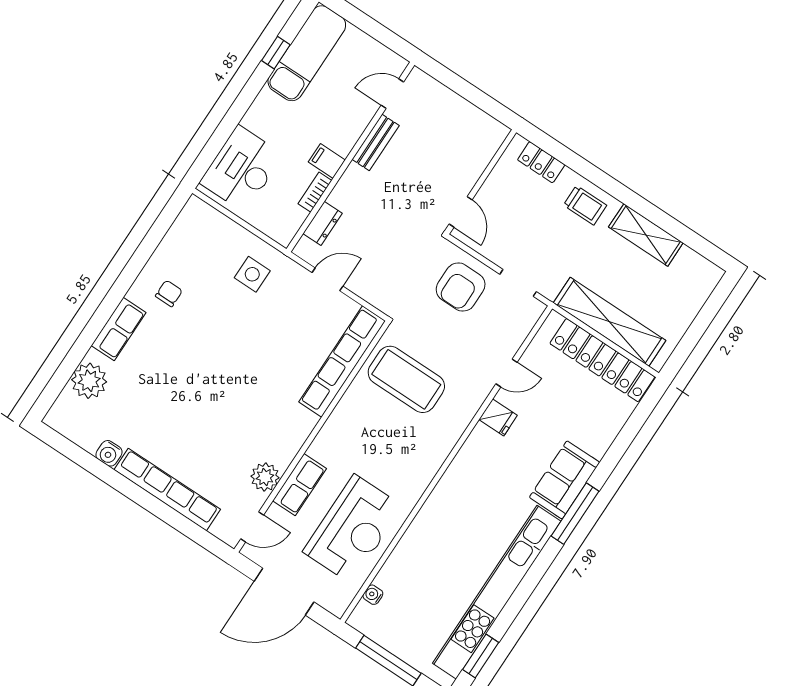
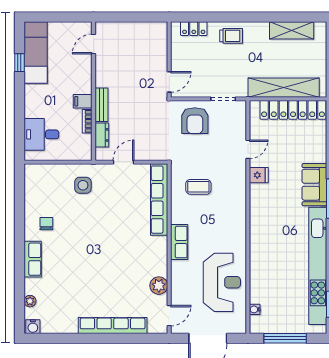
bench: (376, 142) -> (102, 105), moved
desk: (242, 169) -> (41, 134), width x0.73
door: (461, 212) -> (169, 82), hinge flipped
shelving: (646, 235) -> (292, 30), moved
coffee table: (406, 379) -> (198, 187), width x0.54, depth x0.58
plant: (89, 381) -> (30, 301), width x0.53, depth x0.53
water cooler: (109, 453) -> (33, 327), moved
row of seats: (299, 485) -> (179, 242), moved

